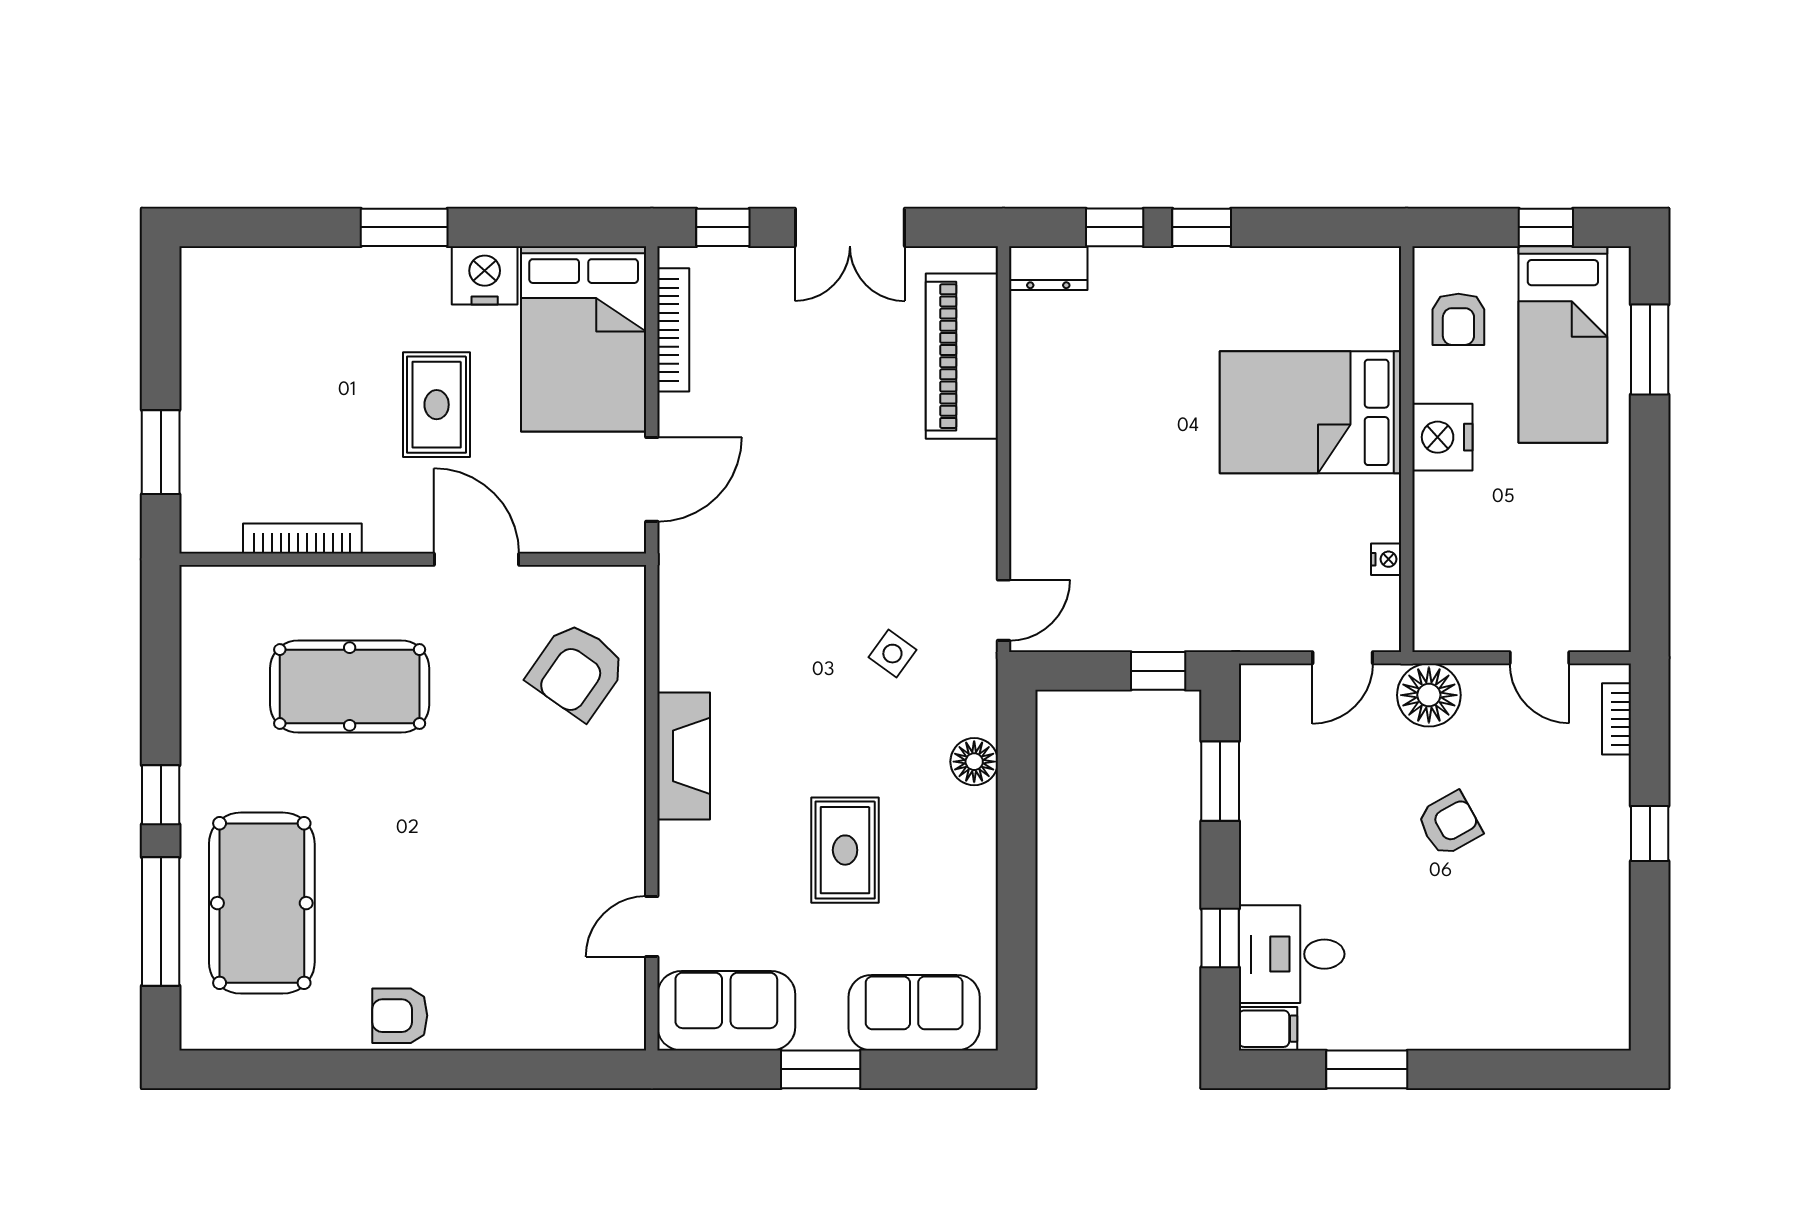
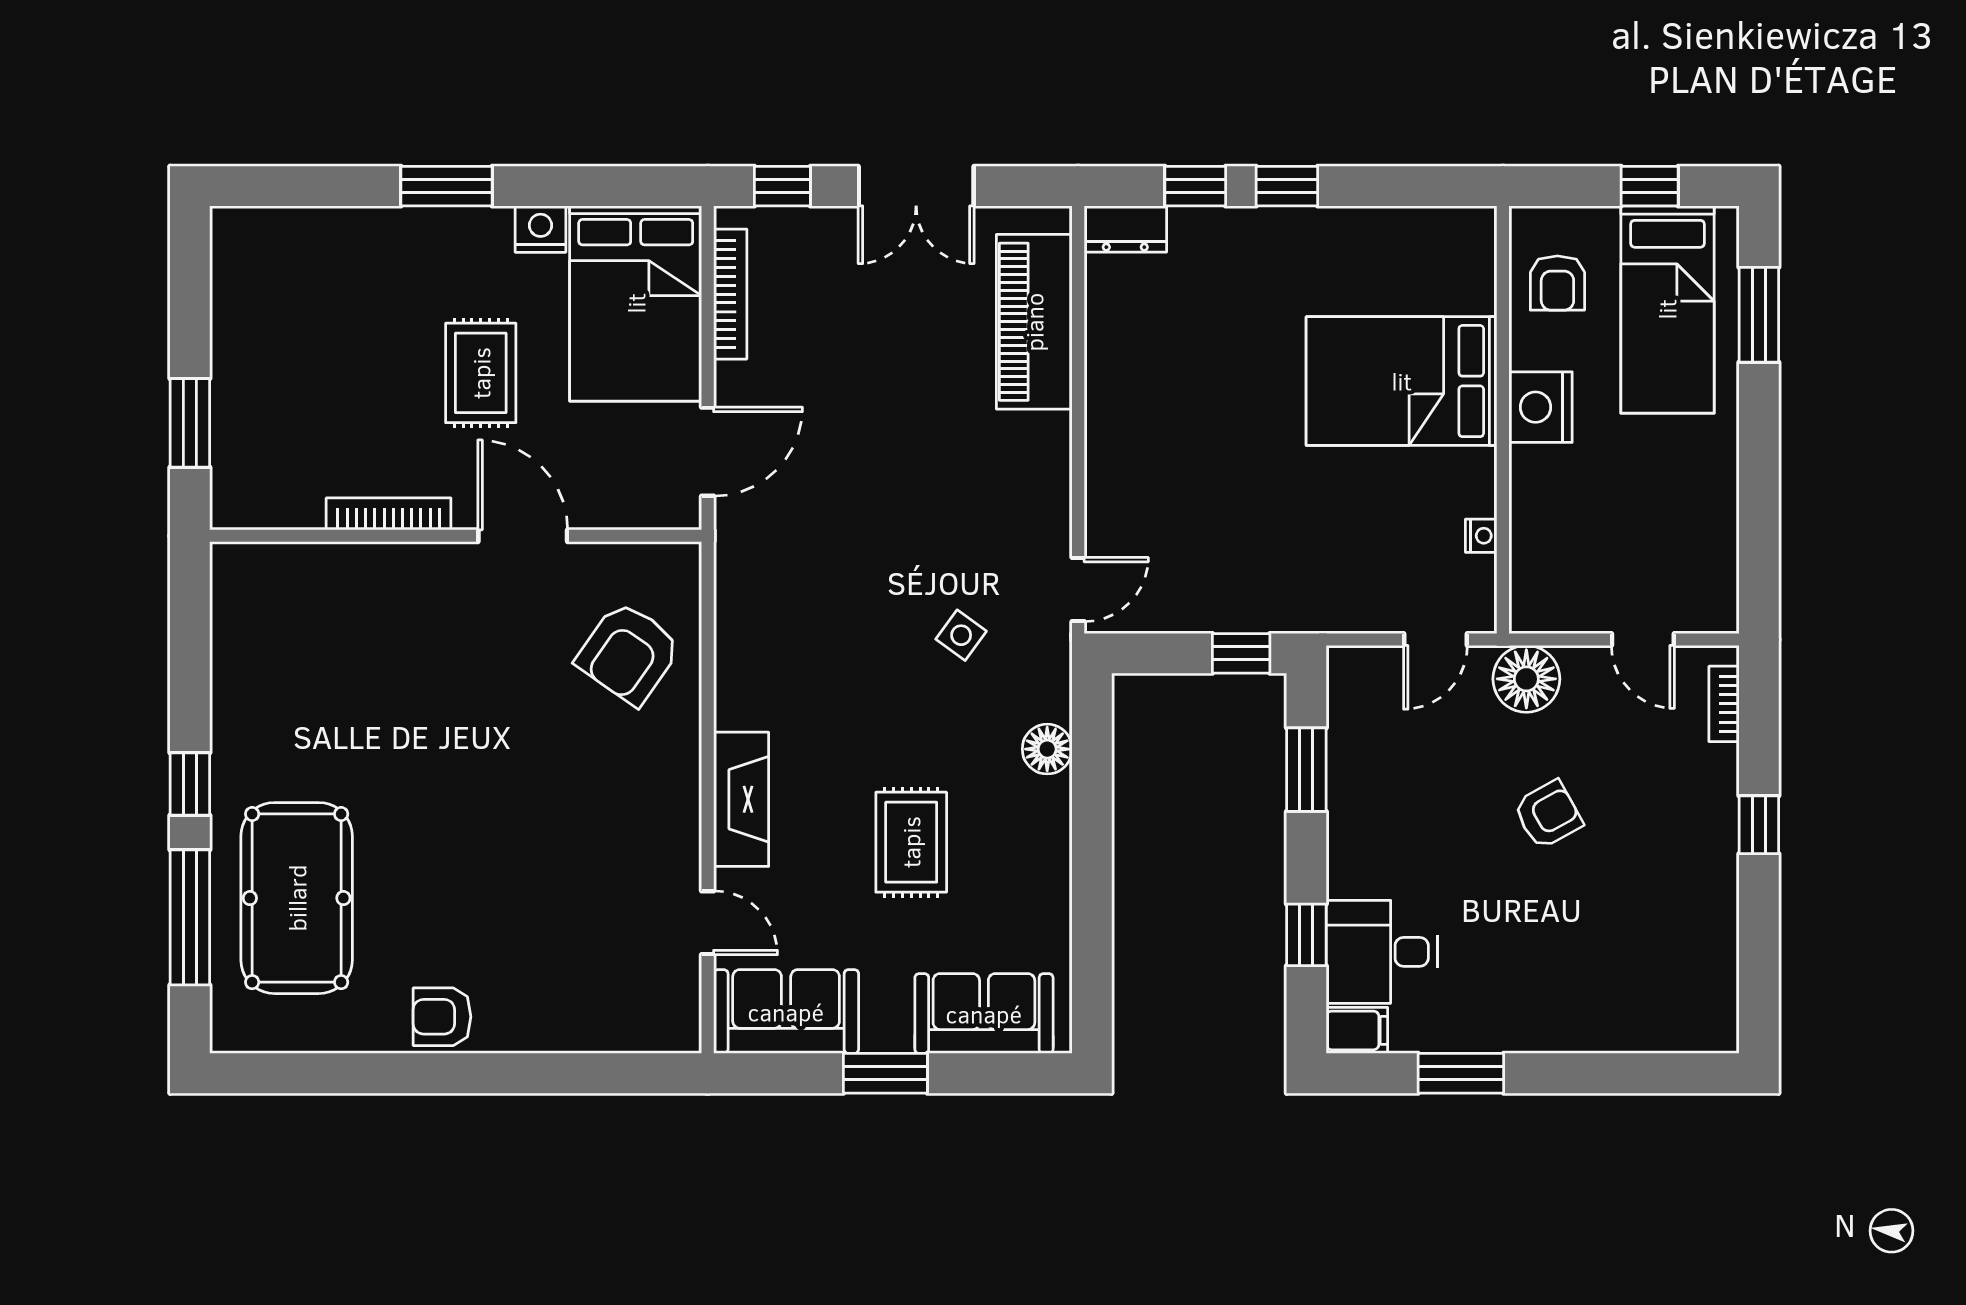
nightstand: (485, 275) -> (540, 229), width x0.74, depth x0.75
bookcase: (302, 538) -> (389, 514), moved
pool table: (350, 687) -> (389, 670), removed
fireplace: (684, 756) -> (741, 799), moved
door: (652, 926) -> (708, 923), swing flipped

